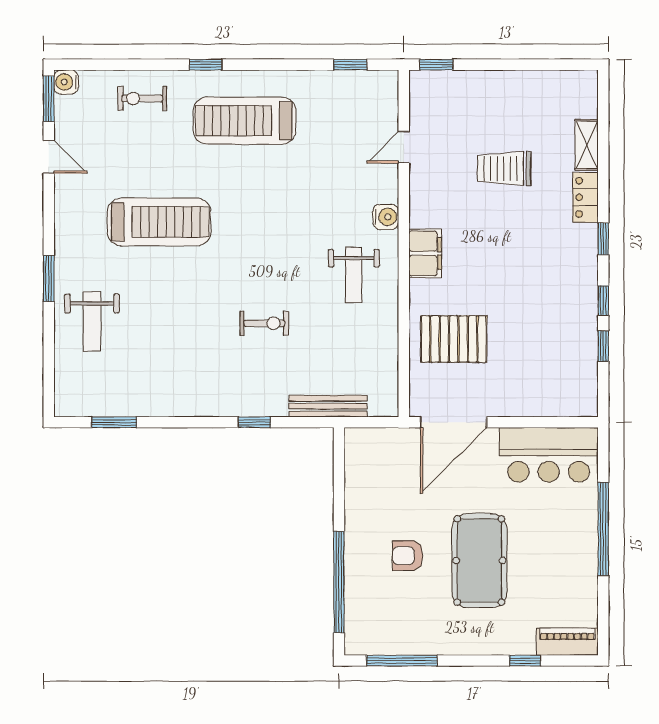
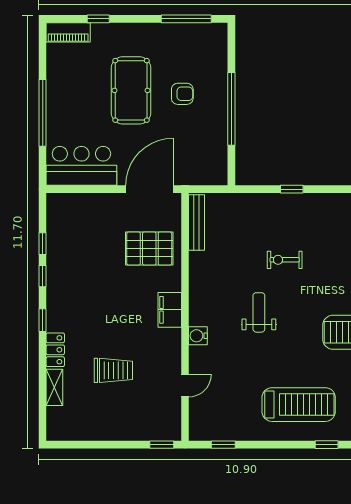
weight bench: (354, 275) -> (259, 312), moved
bench: (328, 406) -> (197, 223), moved, turned 90
window: (339, 582) -> (231, 109), moved

